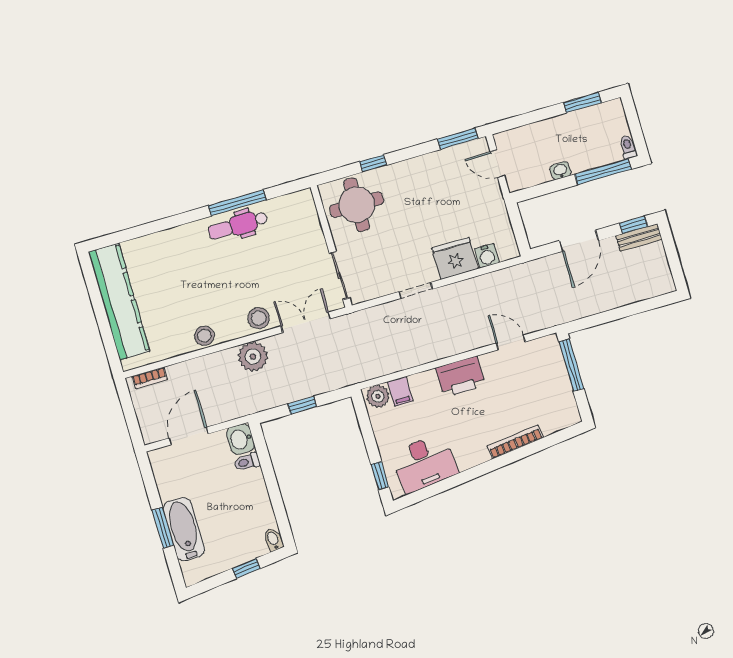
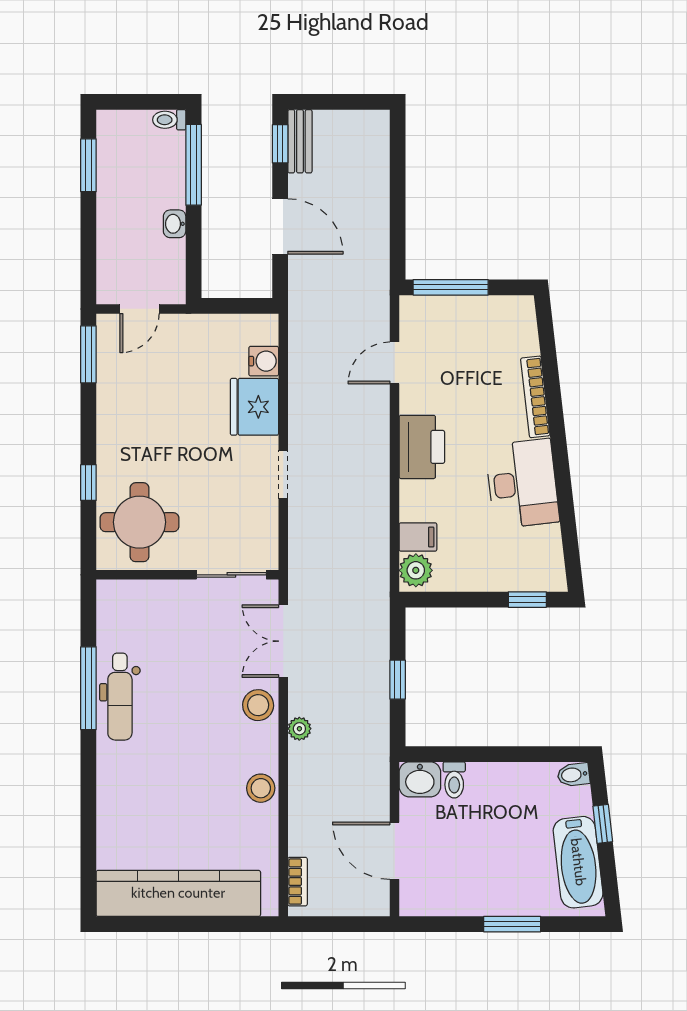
plant: (253, 357) -> (299, 729), width x0.53, depth x0.53
desk: (424, 463) -> (522, 484), moved
bathtub: (184, 529) -> (578, 862), moved, turned -97

